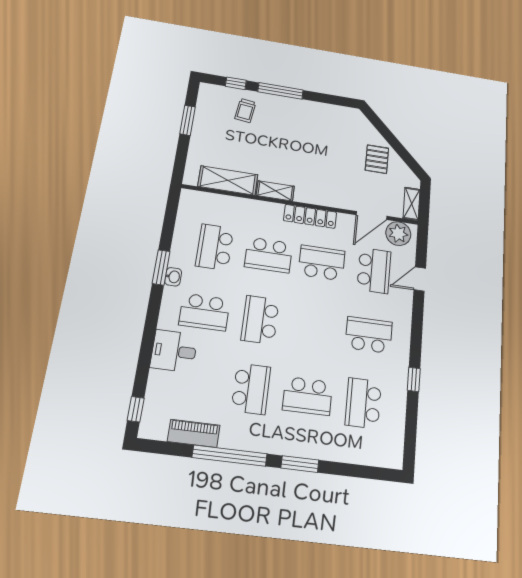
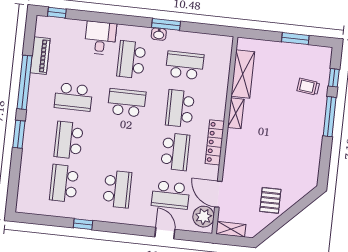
pallet: (377, 159) -> (270, 200), turned 90
school desk: (363, 403) -> (64, 183), turned -90

